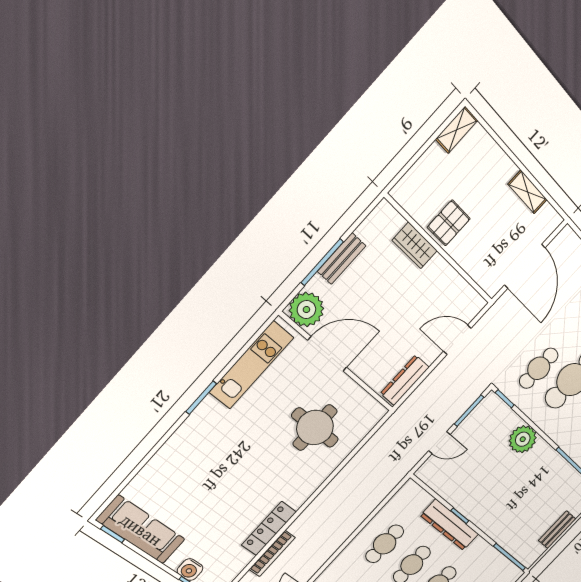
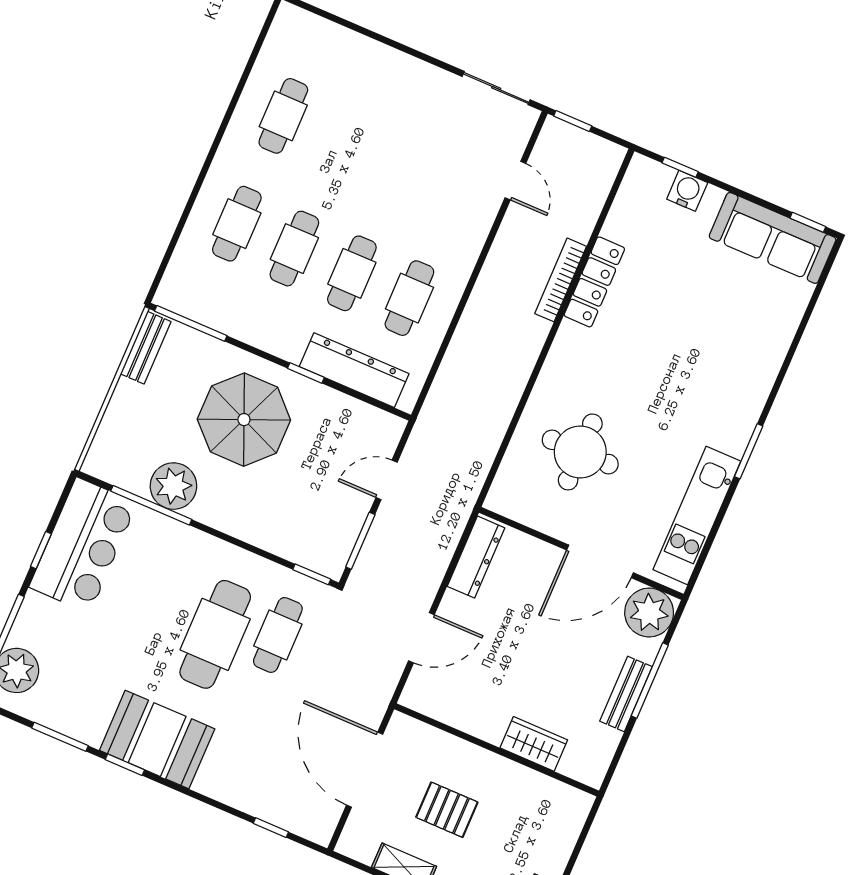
pallet: (449, 223) -> (447, 810), moved, turned 90
plant: (523, 439) -> (173, 486), moved
parasol: (504, 498) -> (244, 420), added
dresser: (450, 525) -> (354, 370), moved
bench: (557, 530) -> (146, 348), moved
bookcase: (272, 554) -> (561, 280), moved

